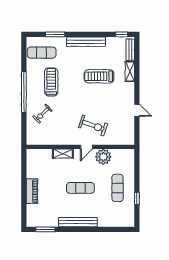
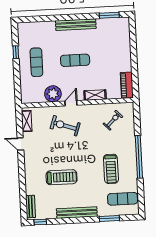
shelving: (130, 71) -> (27, 121), moved
exercise bike: (42, 114) -> (113, 120), moved
piano: (32, 191) -> (127, 85), moved

